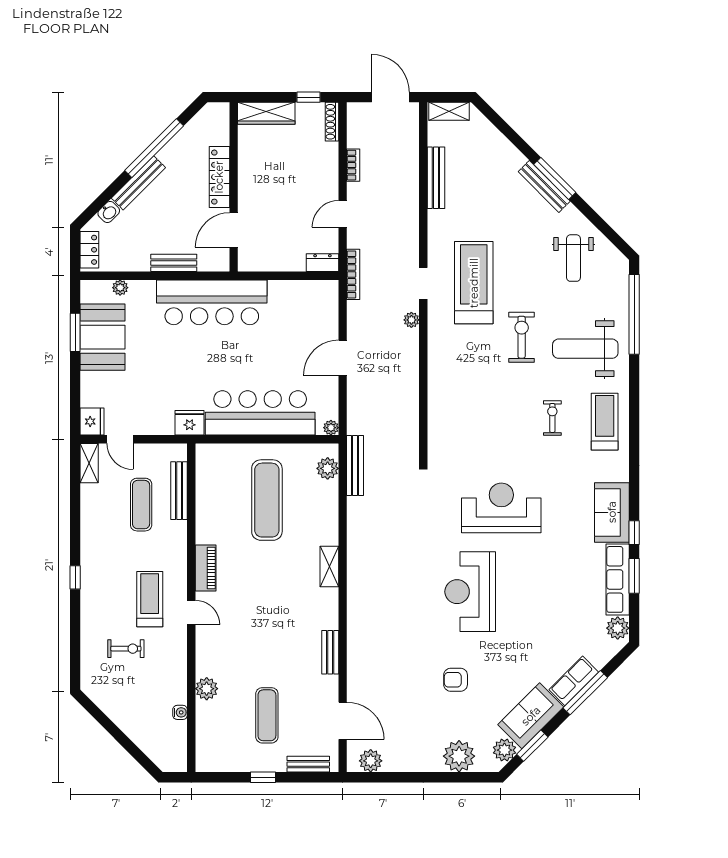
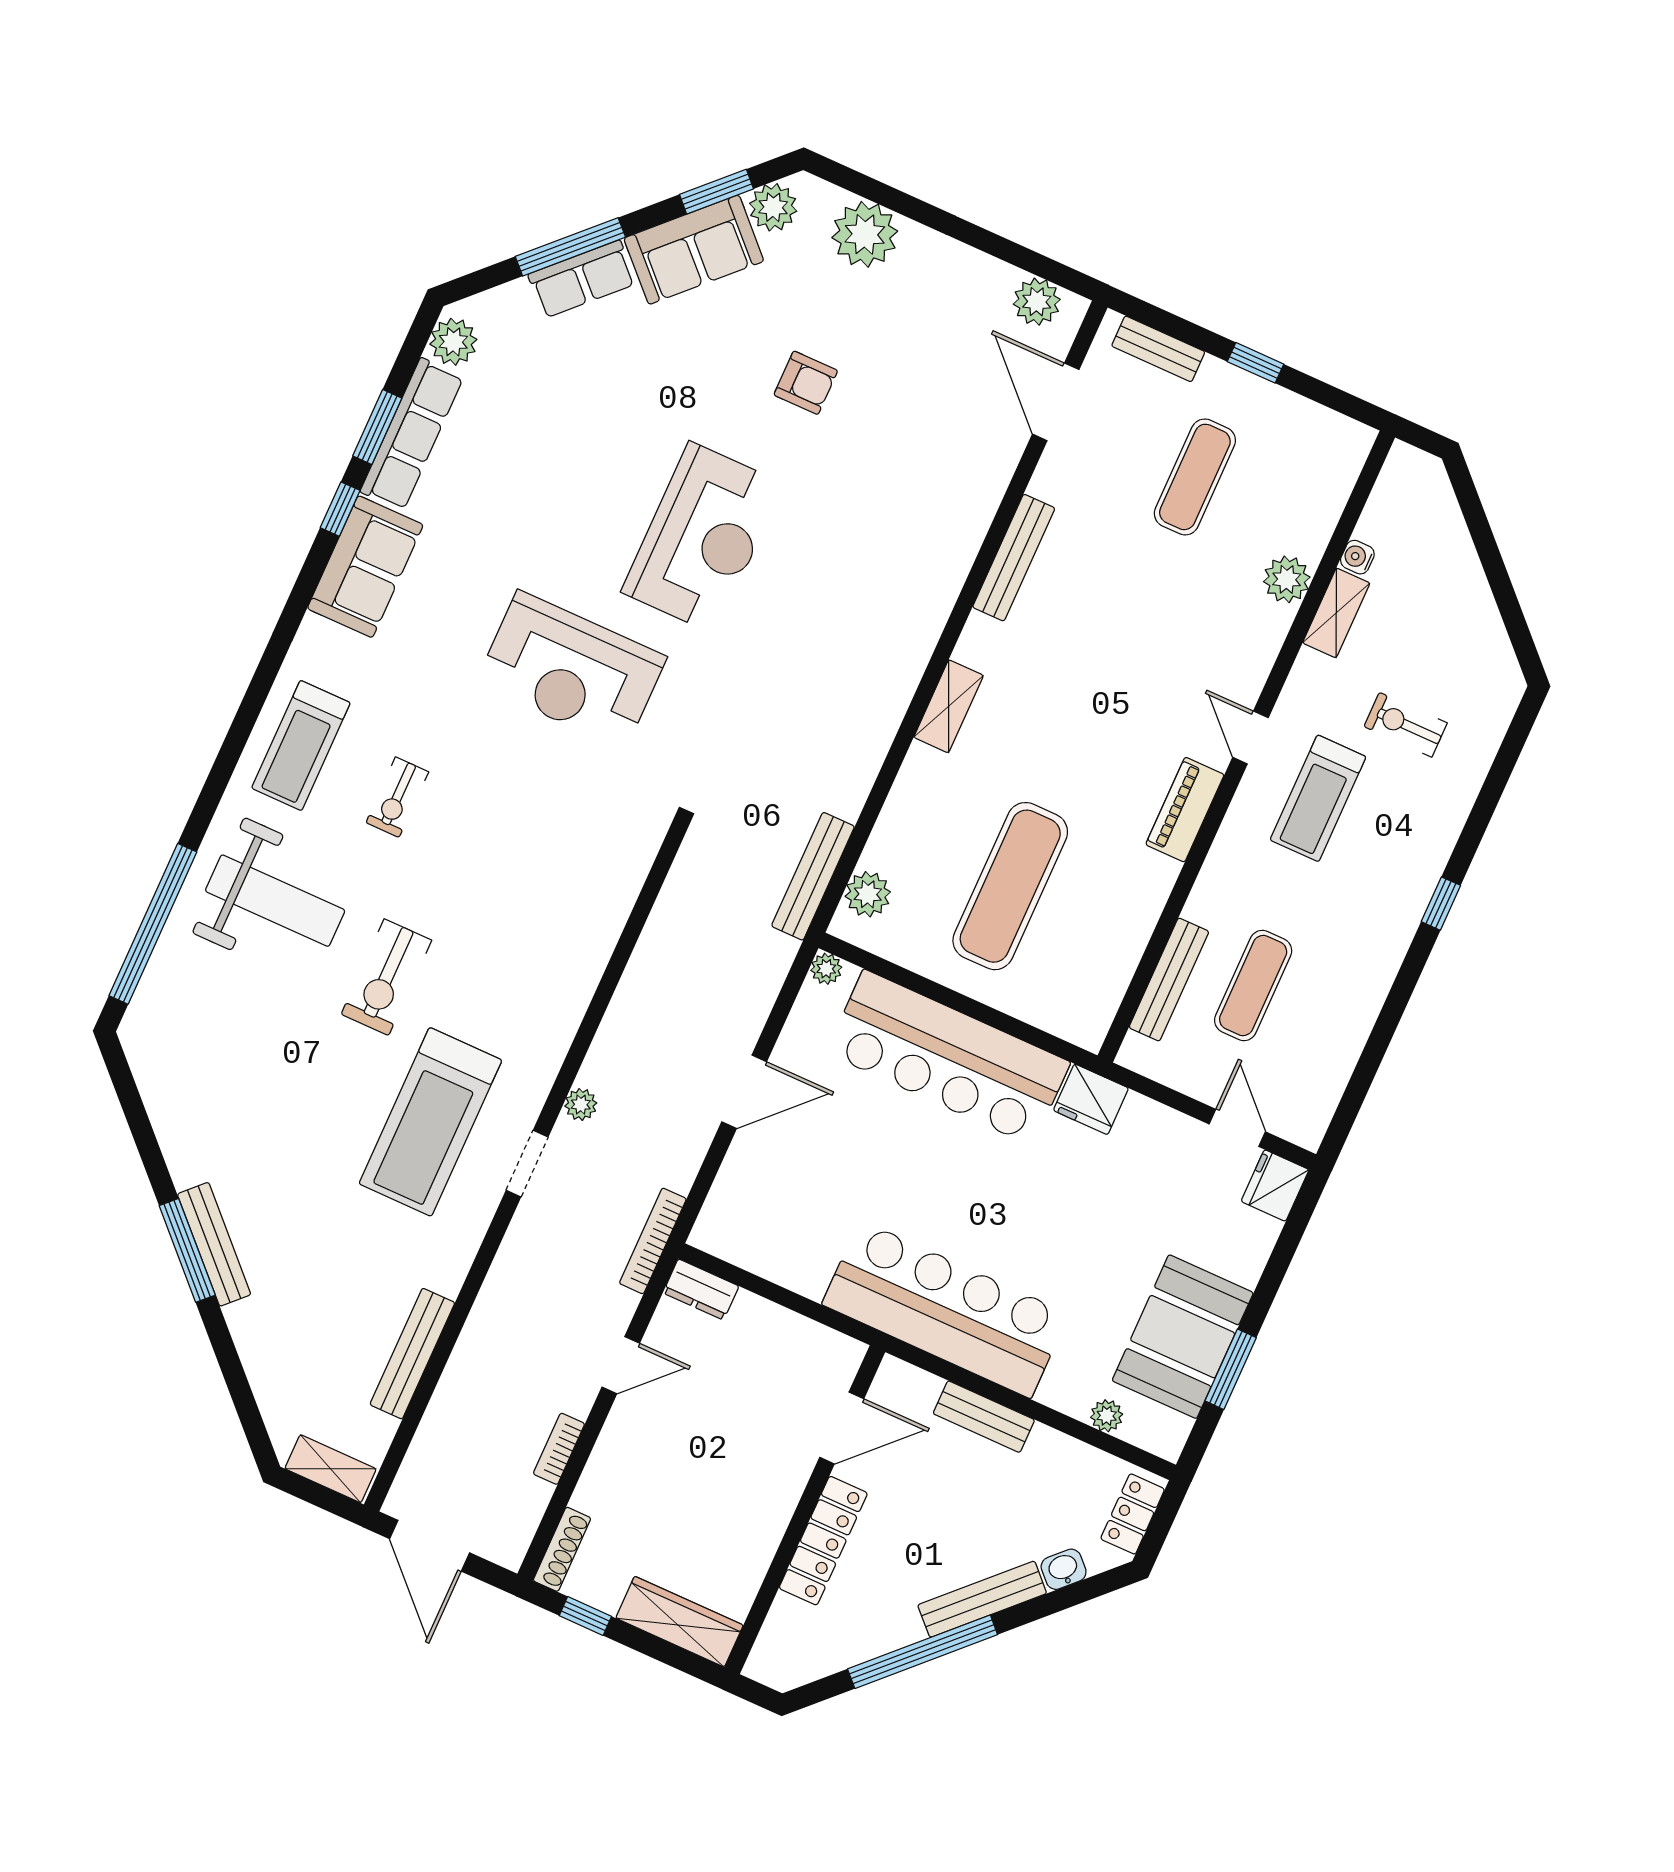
weight bench: (573, 258) -> (220, 1083), removed
shelving: (89, 463) -> (1336, 613), moved
bench: (330, 652) -> (1014, 558), width x1.36

